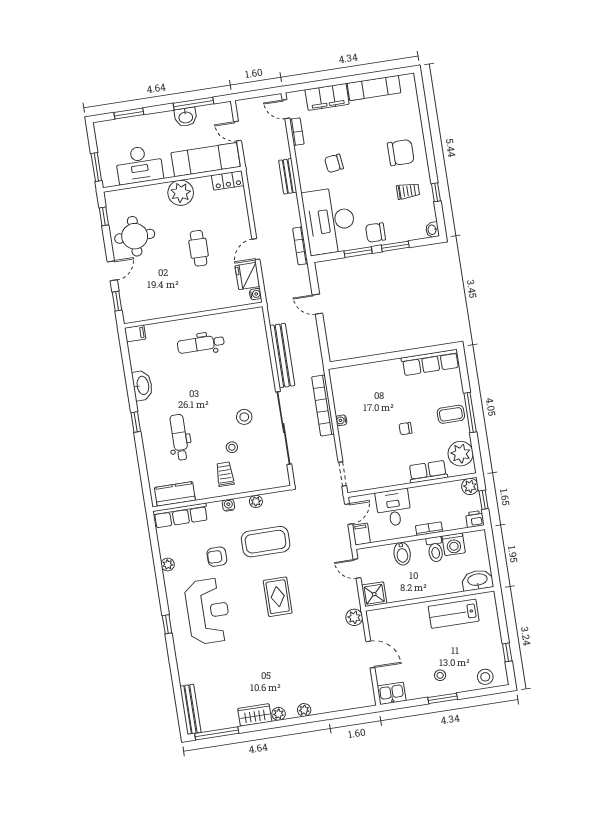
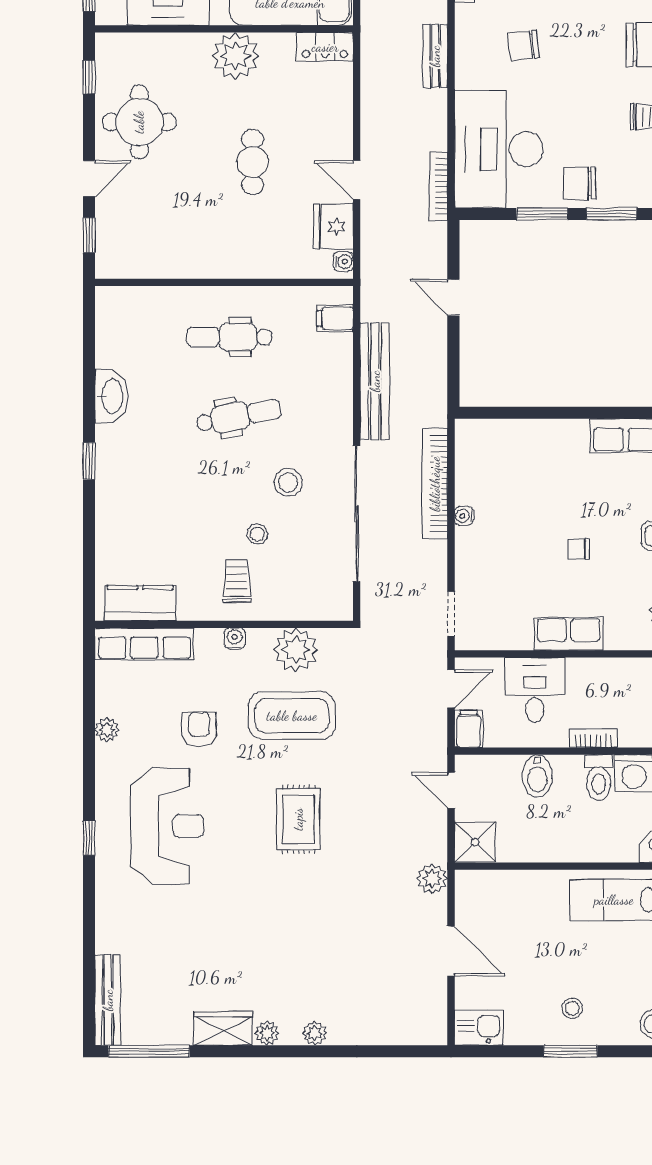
door: (256, 249) -> (357, 180), hinge flipped
filing cabinet: (135, 333) -> (335, 319), moved, turned 180
dental chair: (179, 437) -> (239, 416), moved, turned 79
row of seats: (428, 472) -> (569, 634), moved
plant: (256, 501) -> (296, 650), width x1.88, depth x1.88
armchair: (217, 557) -> (199, 729), turned 90

